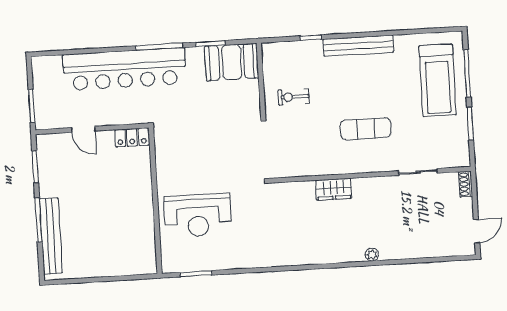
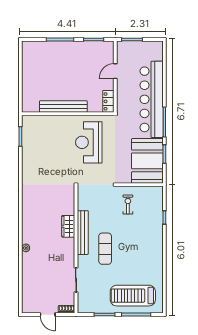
bench: (358, 46) -> (83, 233), moved
booth: (232, 62) -> (147, 161), width x1.36, depth x1.42
reception desk: (198, 215) -> (89, 142), moved
door: (477, 231) -> (48, 315), moved
bench: (51, 236) -> (63, 107), moved

